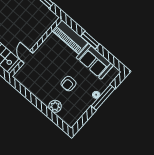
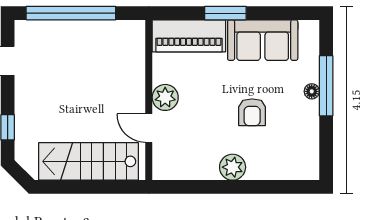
plant: (42, 51) -> (165, 97), added
plant: (55, 106) -> (233, 167), moved

